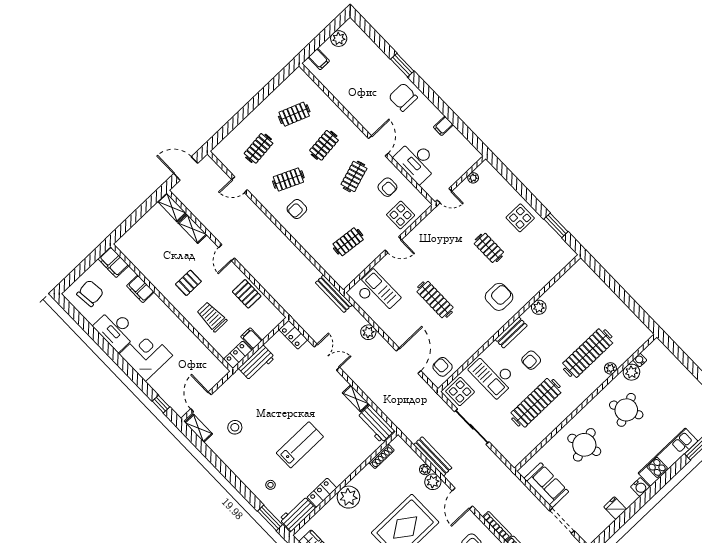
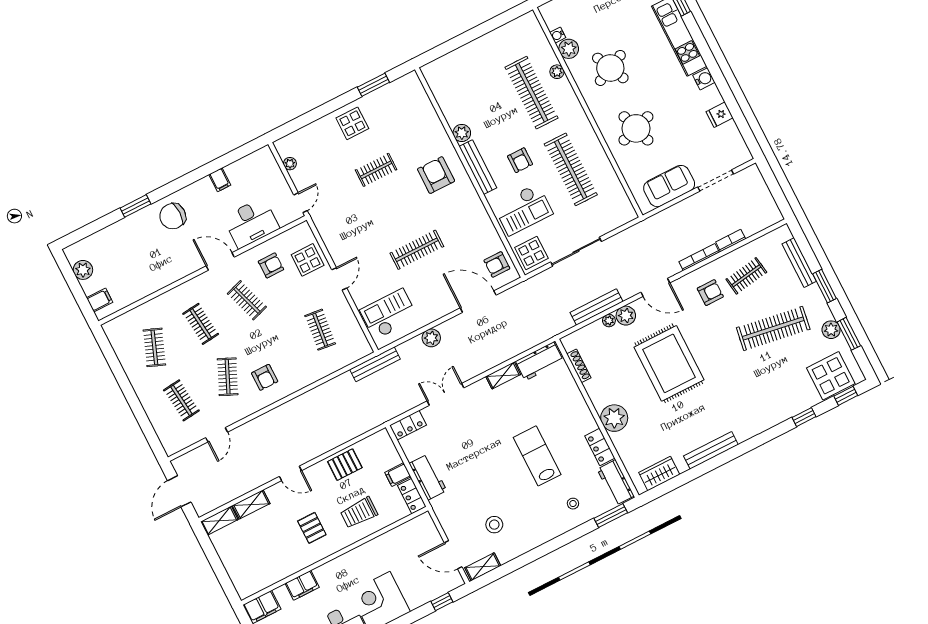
bench: (511, 332) -> (478, 167), width x1.36

